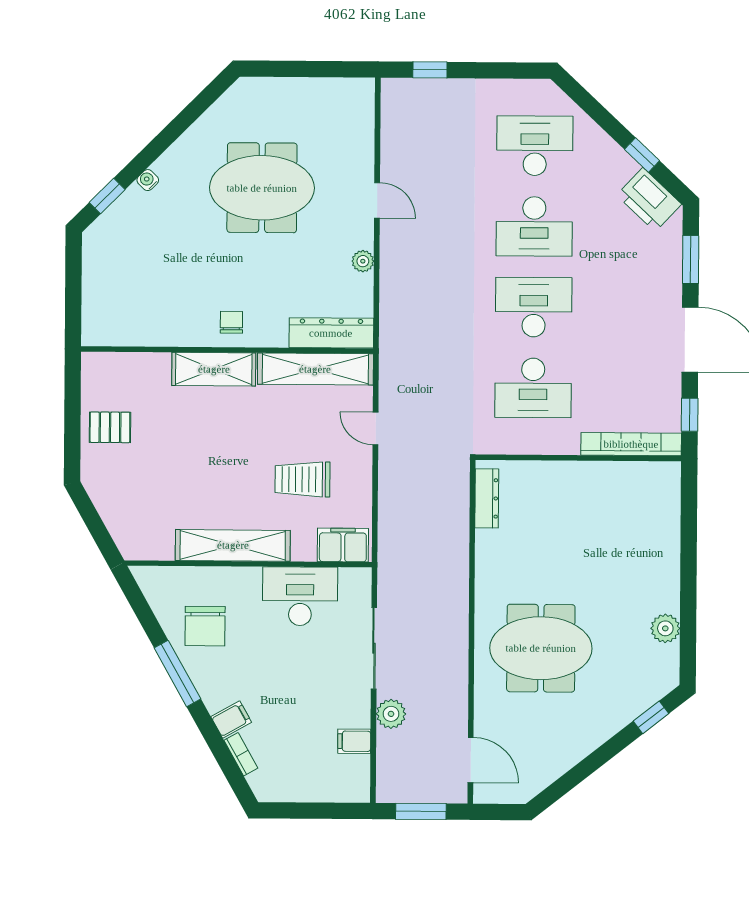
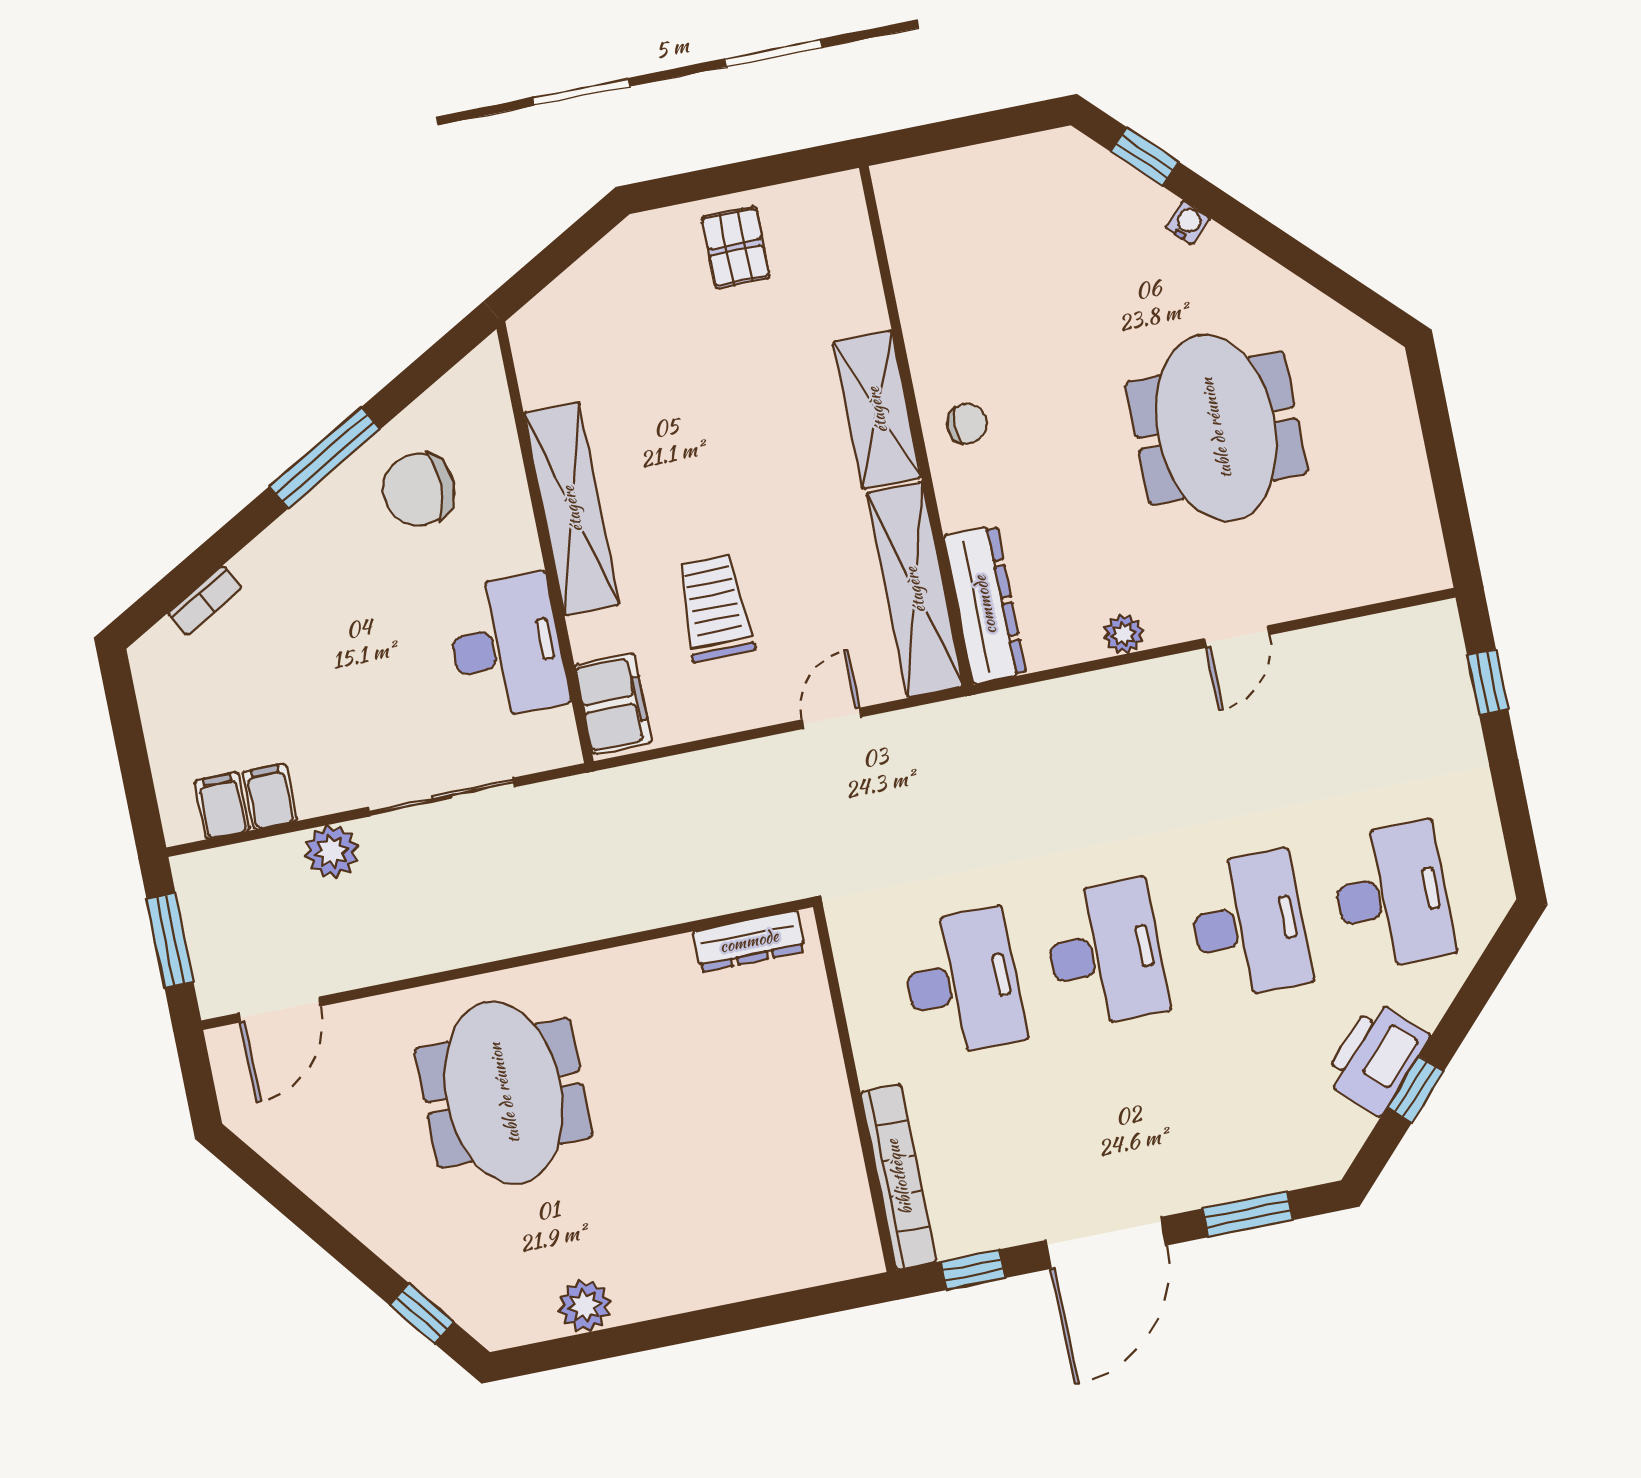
printer: (649, 200) -> (1376, 1058), moved
desk: (534, 226) -> (1249, 925), turned 180
desk: (533, 388) -> (962, 983), turned 180
filing cabinet: (231, 719) -> (222, 806), moved, turned -151

